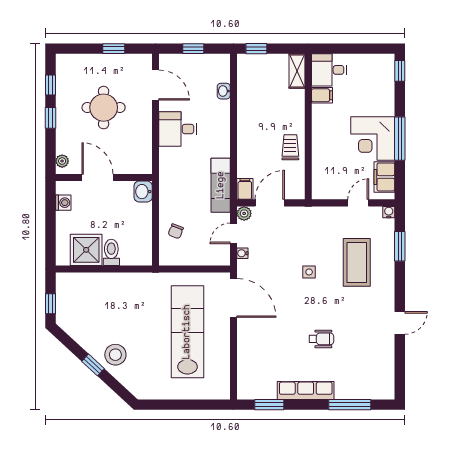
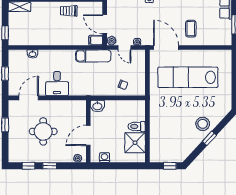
door: (234, 298) -> (166, 48), hinge flipped
coffee table: (263, 336) -> (191, 29), added

